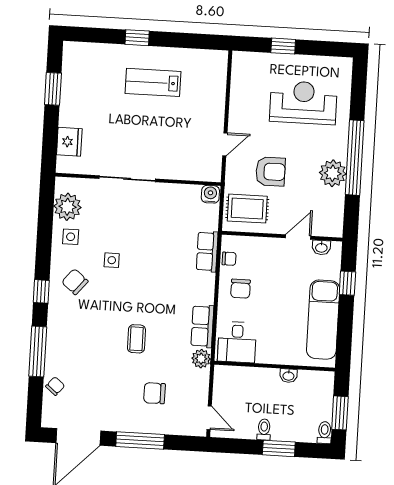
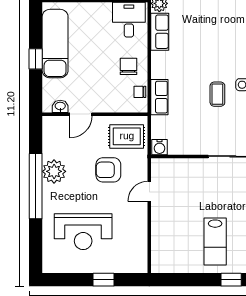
lab bench: (153, 82) -> (215, 242), turned 90
window: (347, 283) -> (36, 59), moved
coffee table: (136, 339) -> (217, 94), moved

